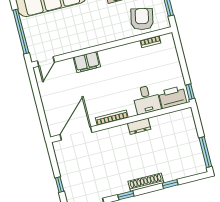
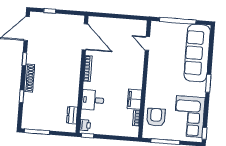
armchair: (142, 19) -> (156, 117), turned -102
door: (46, 61) -> (147, 43), moved
filing cabinet: (87, 62) -> (134, 99), moved
printer: (172, 97) -> (85, 125), width x0.53, depth x0.68
dresser: (139, 126) -> (72, 115), moved

